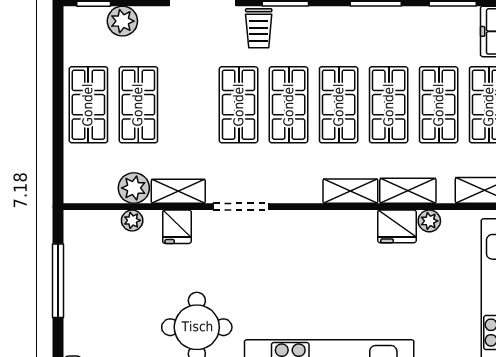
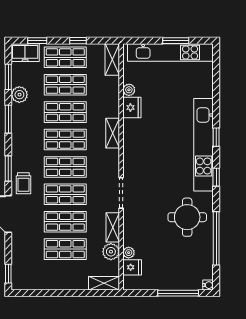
plant: (122, 21) -> (19, 95), moved
trolley: (259, 28) -> (23, 183), turned 90
shop shelf: (88, 105) -> (65, 222), moved
shelving: (408, 191) -> (104, 283), moved, turned 90
fridge: (177, 227) -> (132, 267), moved
window: (58, 281) -> (178, 293), moved

